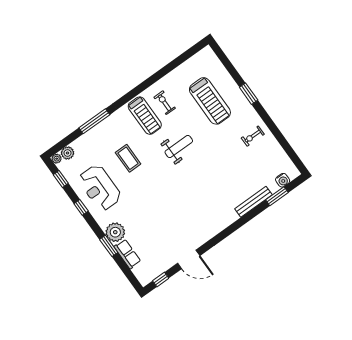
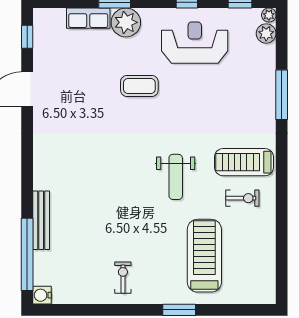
treadmill: (210, 101) -> (204, 256), turned 90
coffee table: (128, 158) -> (139, 86), moved
water cooler: (283, 180) -> (42, 295), moved
window: (277, 196) -> (27, 254), width x2.11

